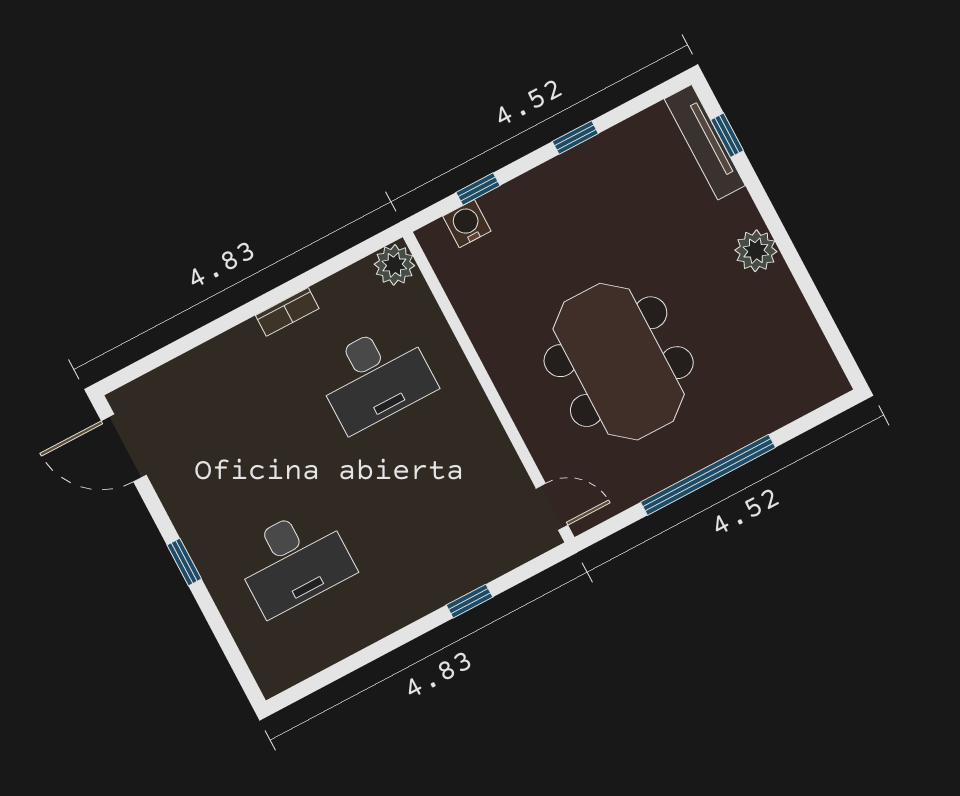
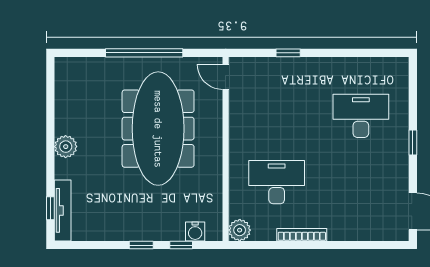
window: (575, 138) -> (141, 245), moved
bookcase: (287, 312) -> (302, 235), width x1.56
meeting table: (619, 362) -> (158, 129), width x1.36

